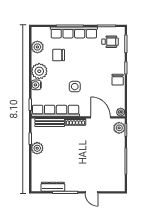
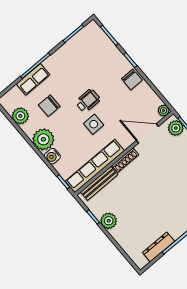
row of seats: (74, 32) -> (33, 79), width x0.50
wheelchair: (110, 42) -> (88, 101), moved

